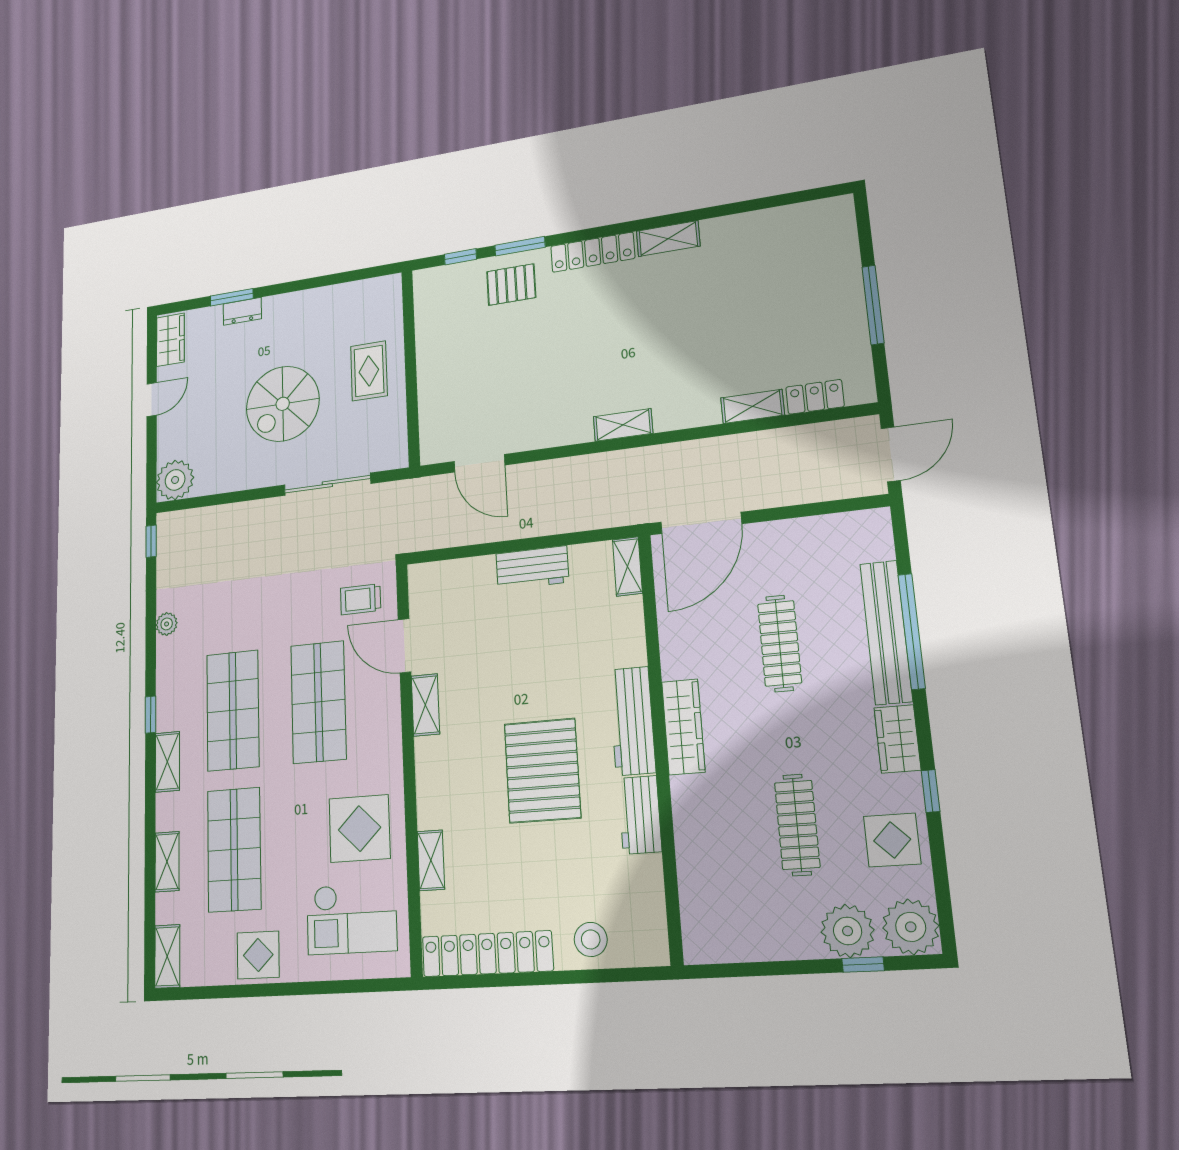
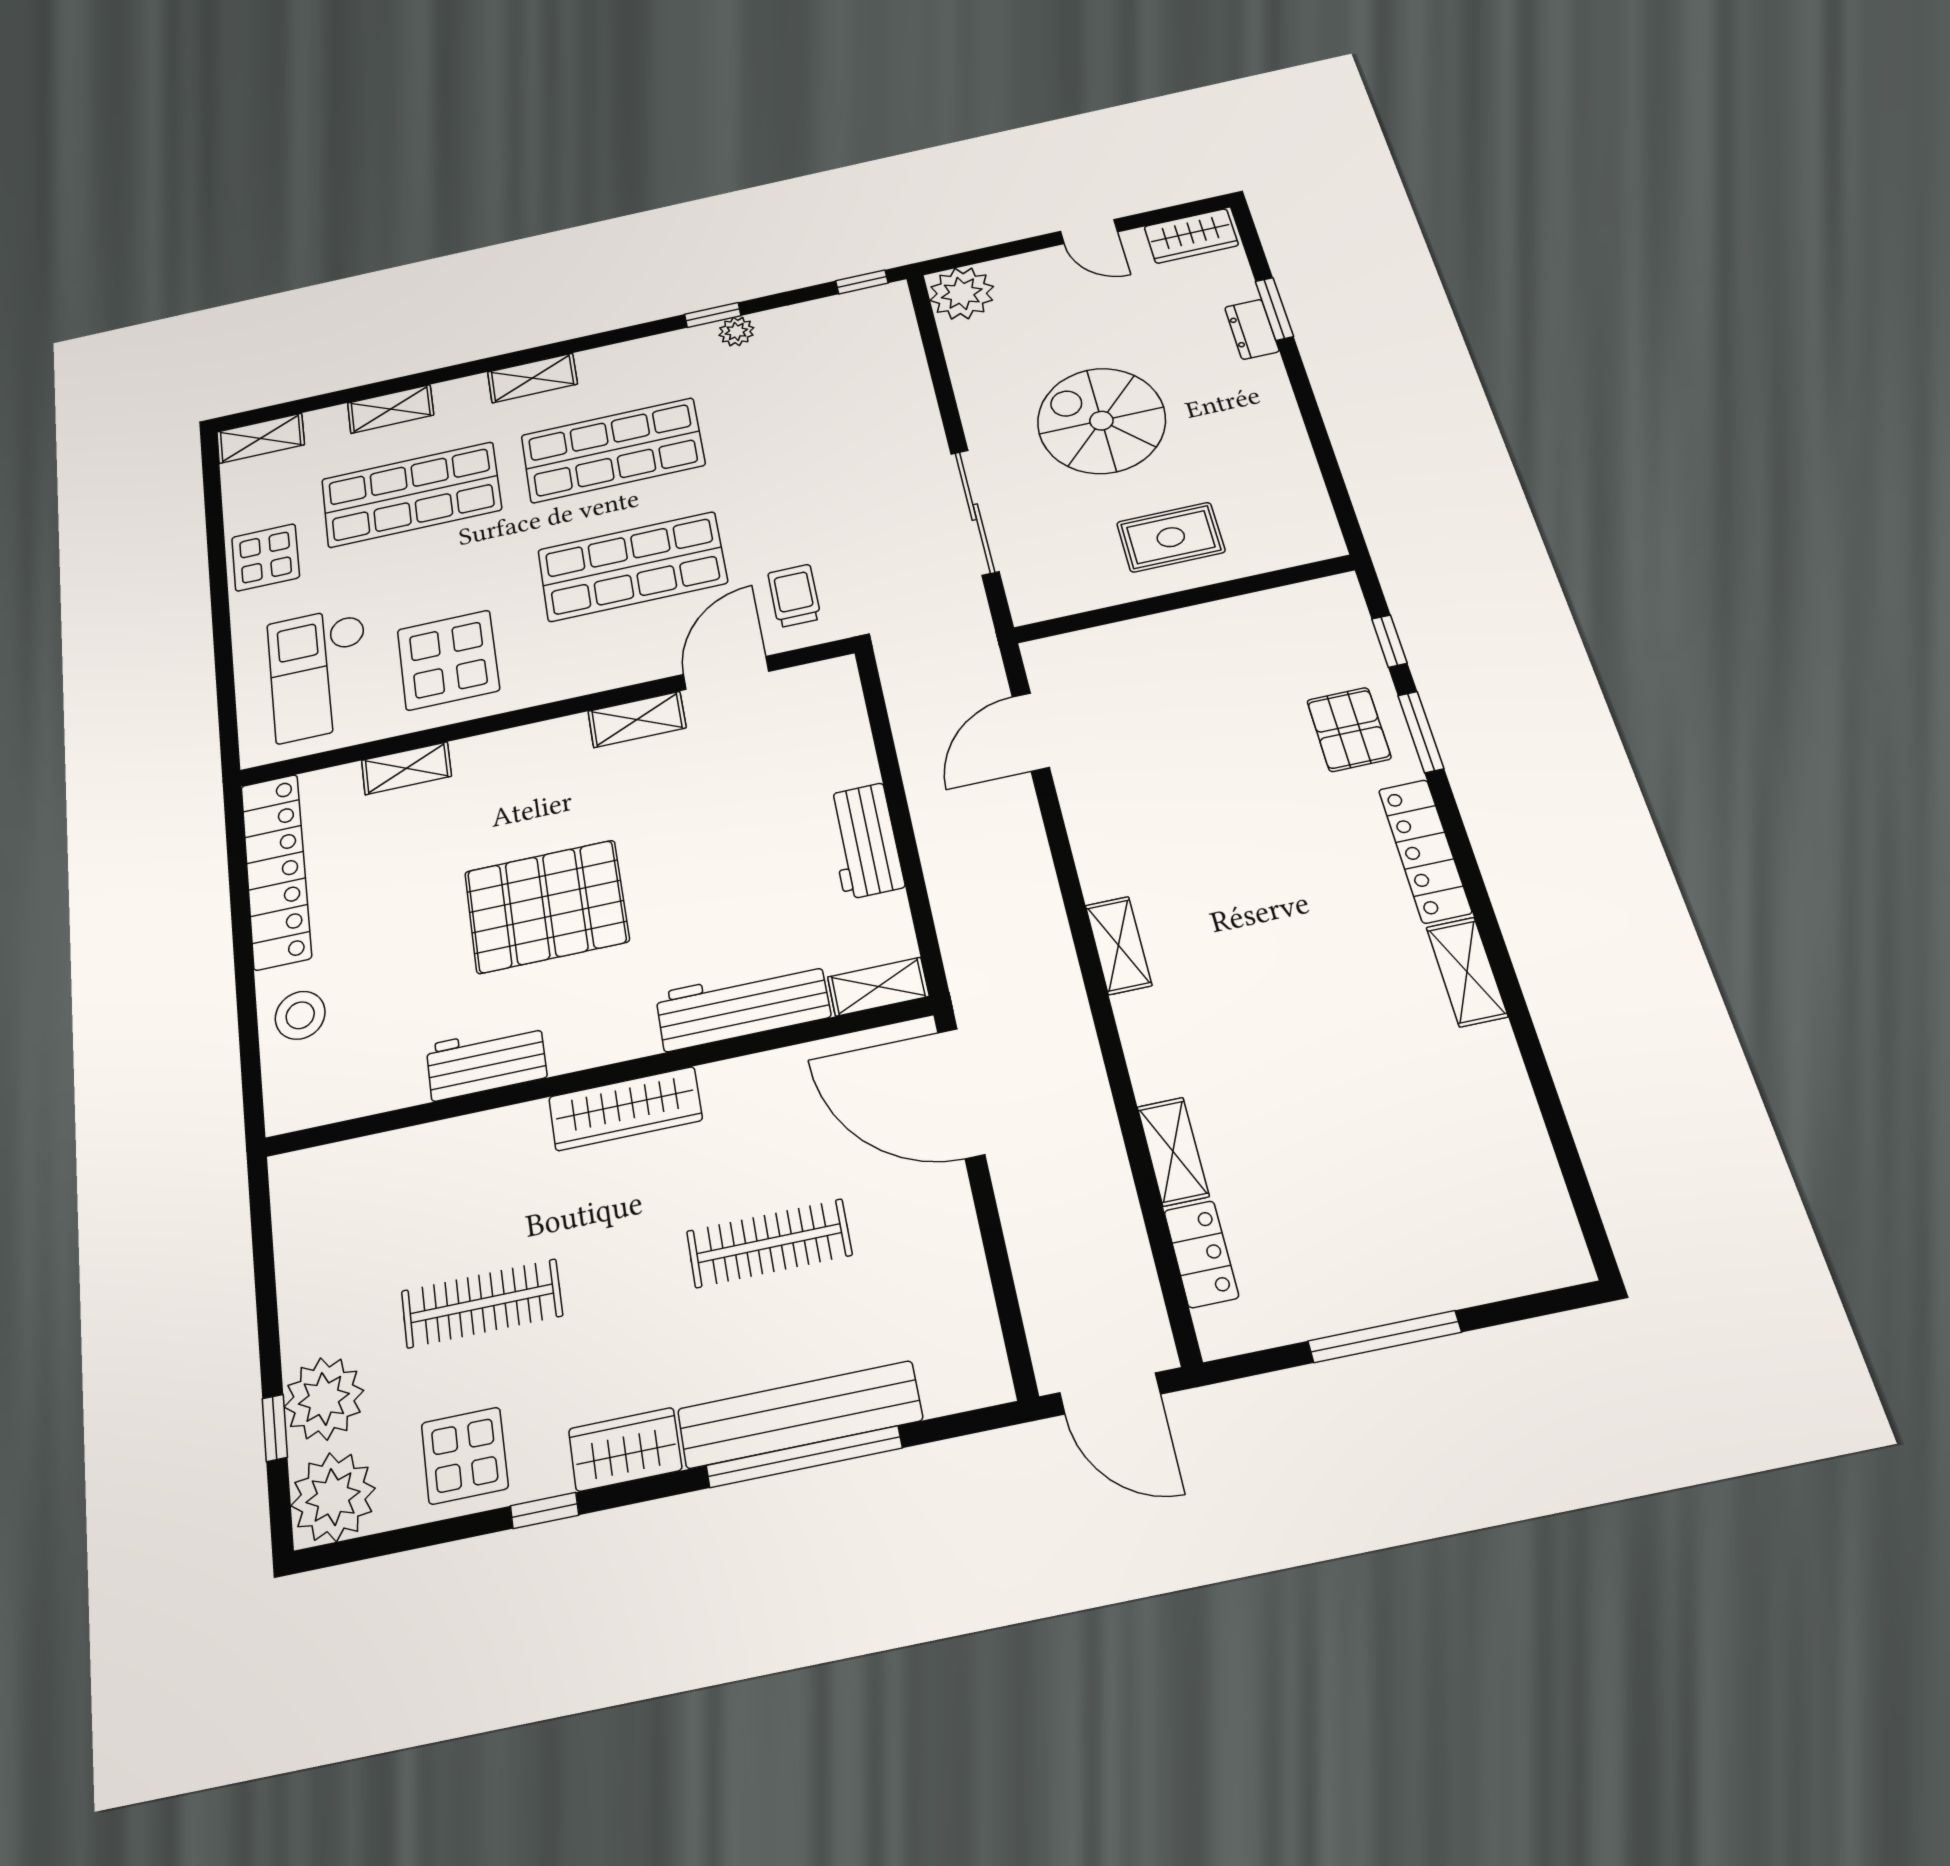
window: (151, 714) -> (713, 315), moved
workbench: (632, 721) -> (743, 1005), moved

